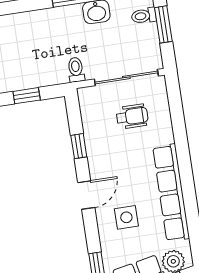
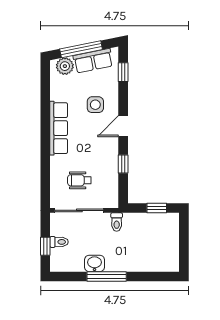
toilet: (144, 16) -> (59, 242), moved
window: (163, 24) -> (45, 246), width x0.67
row of seats: (171, 193) -> (59, 128), width x0.73

